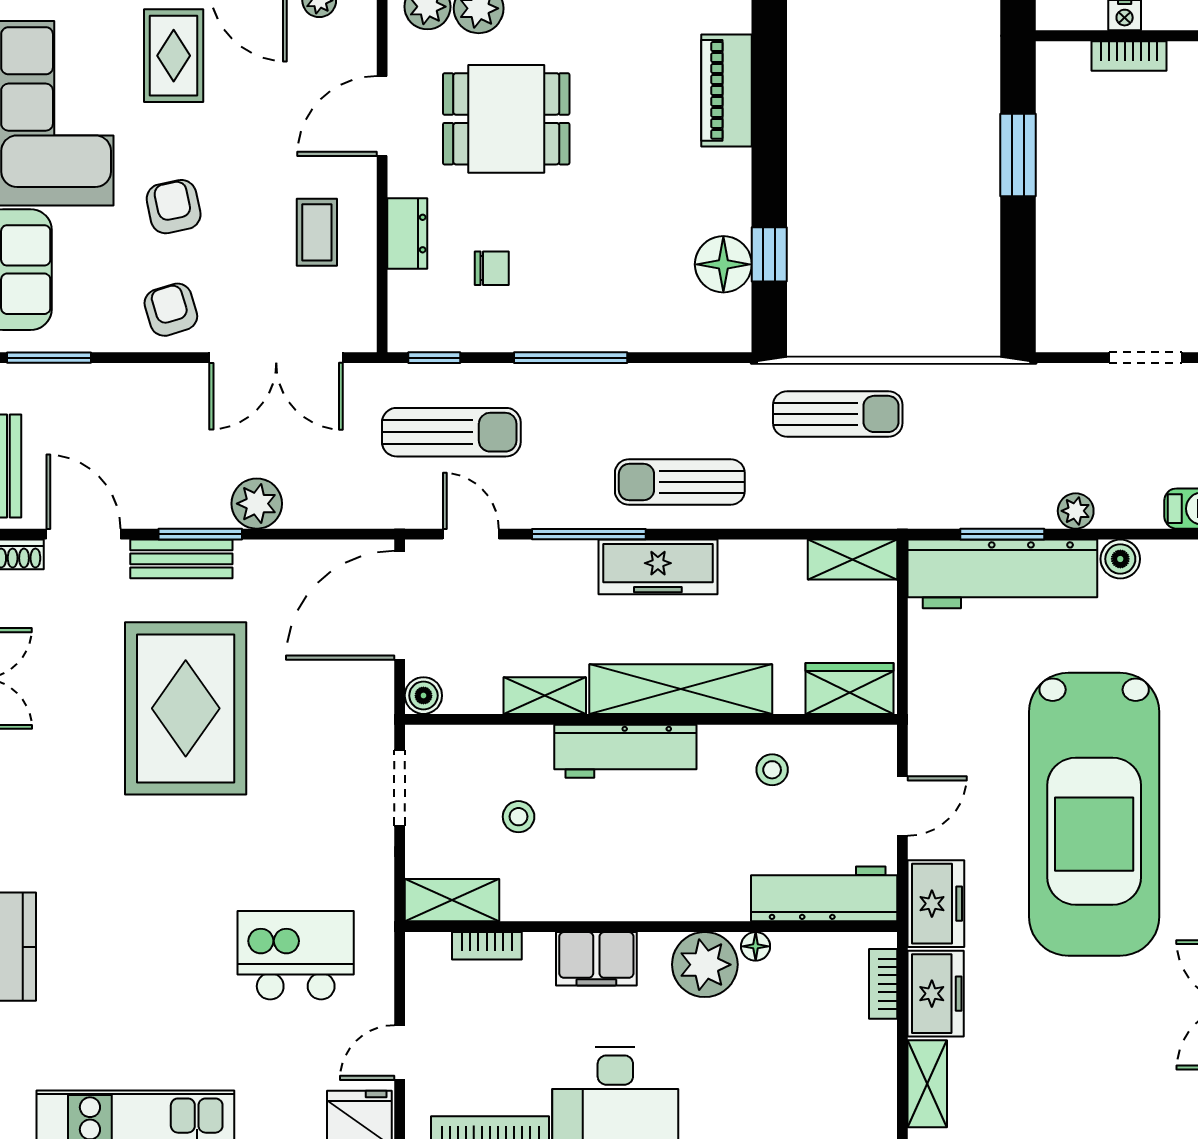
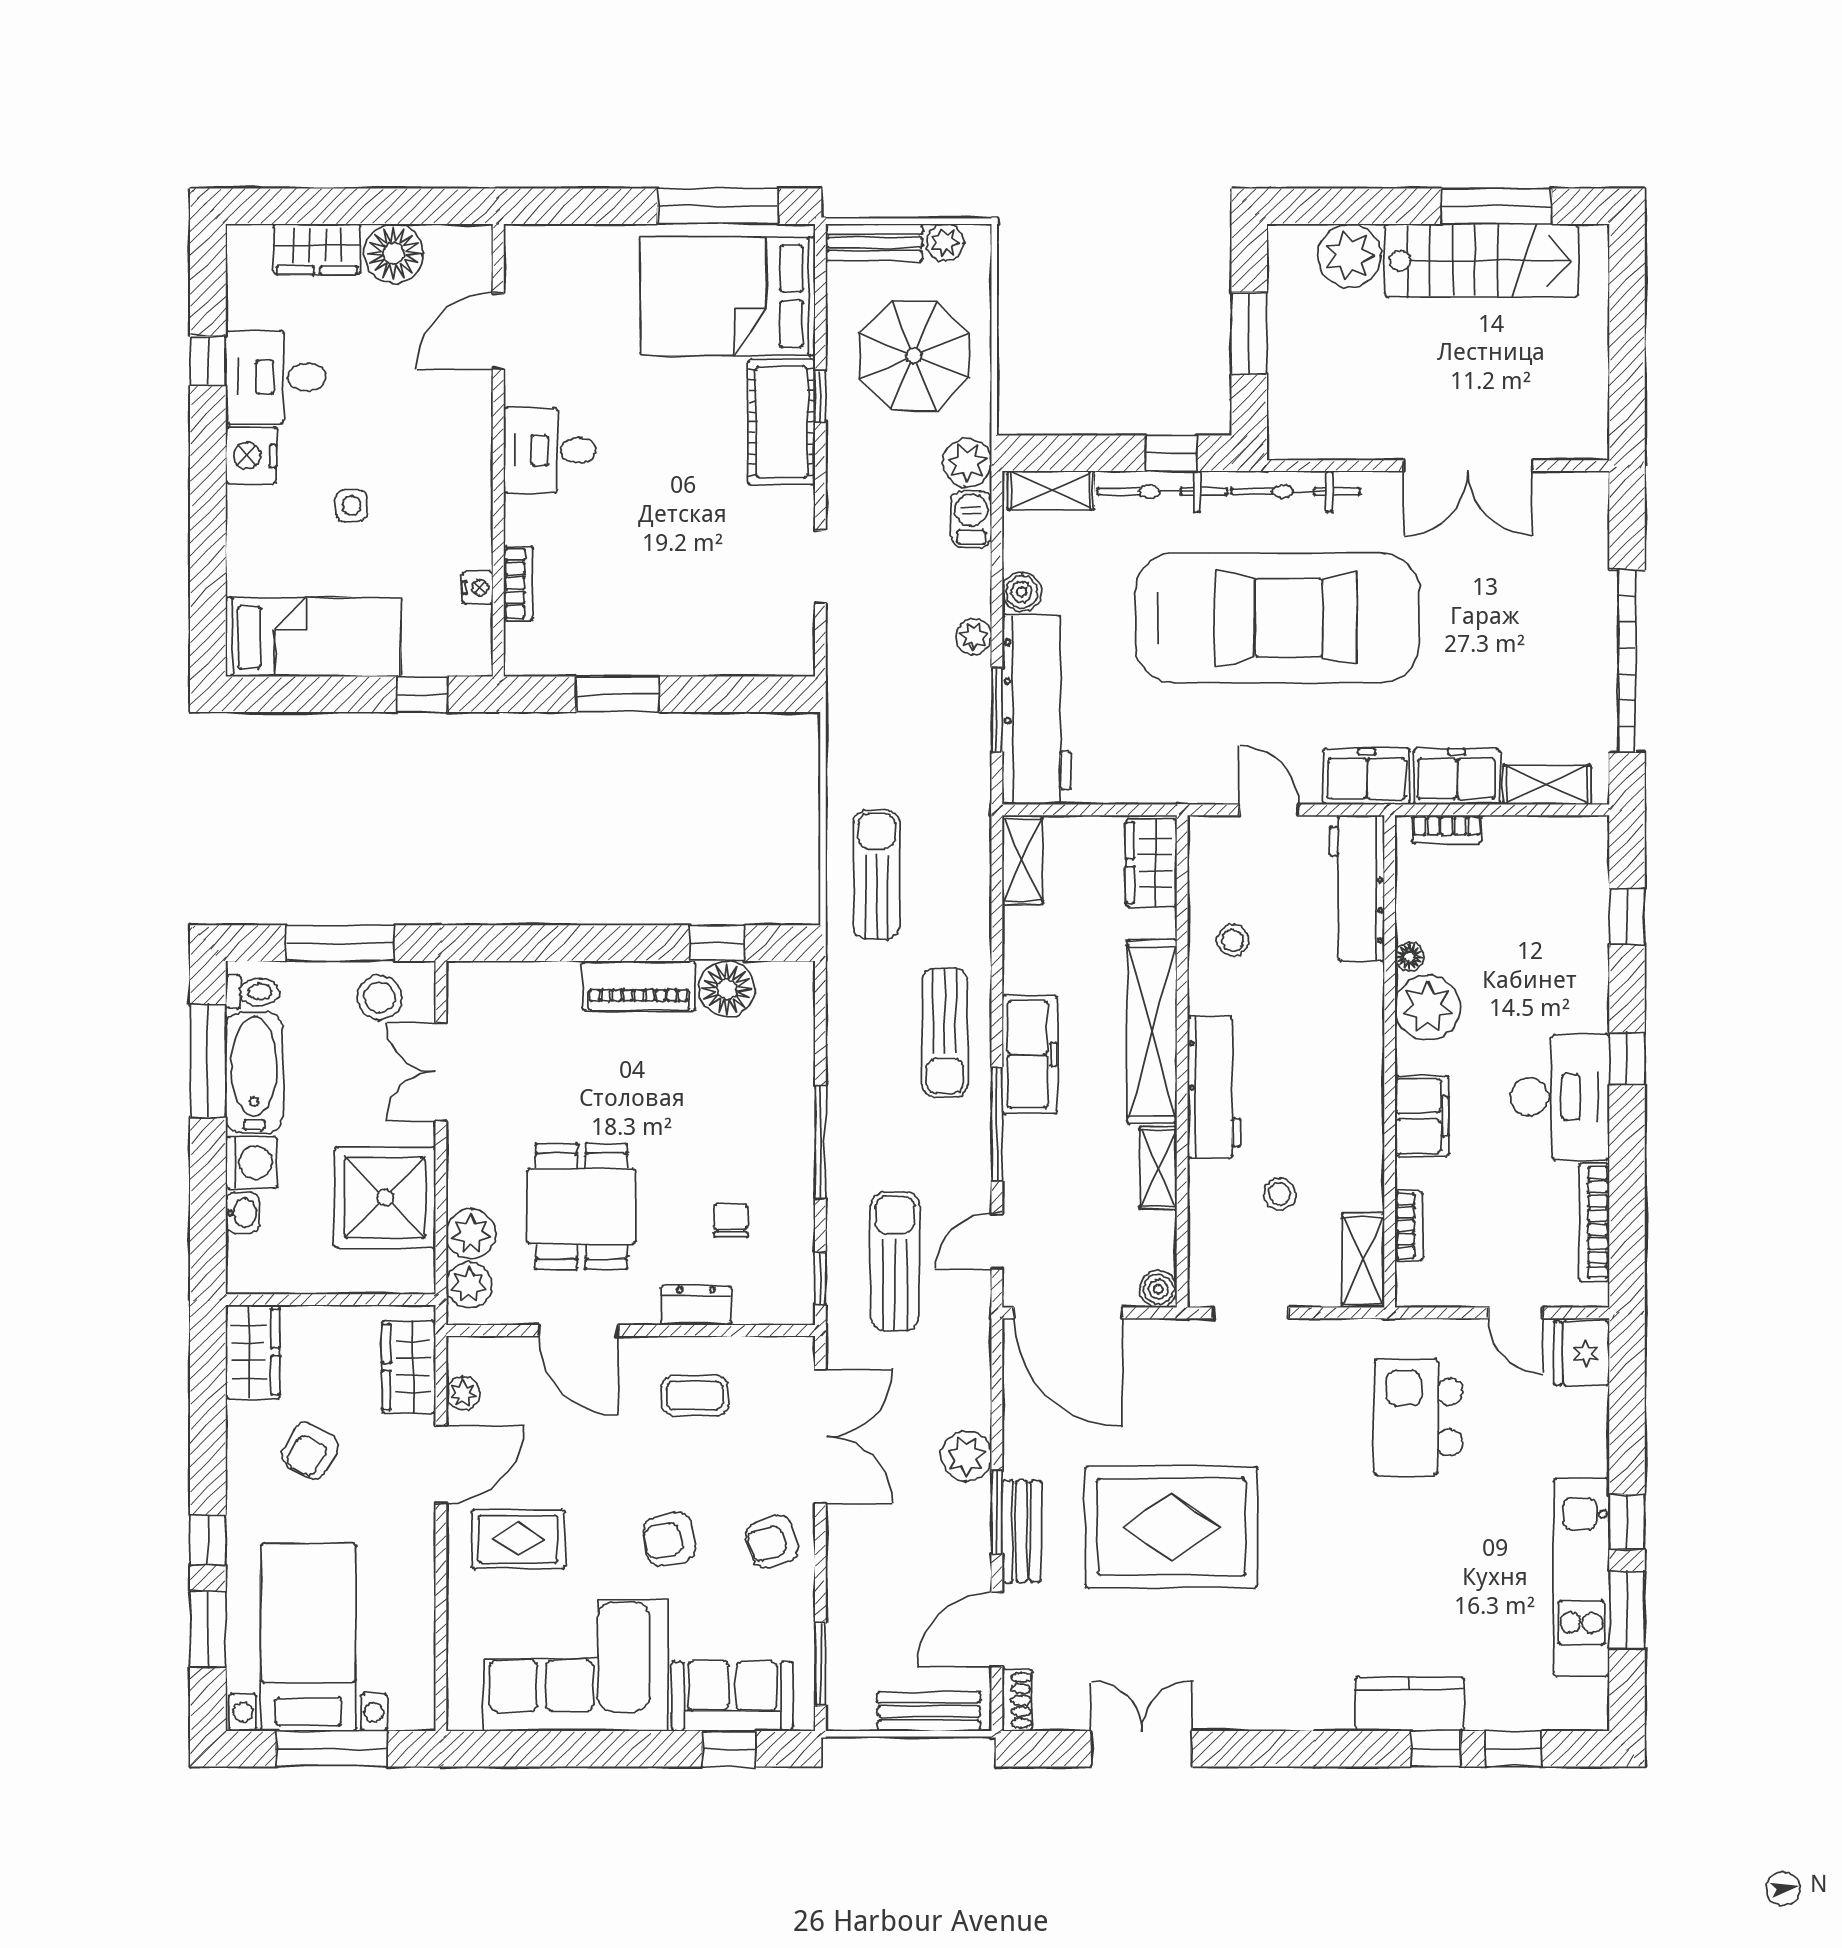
piano: (727, 90) -> (639, 986), moved

